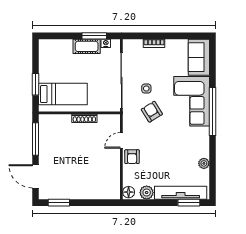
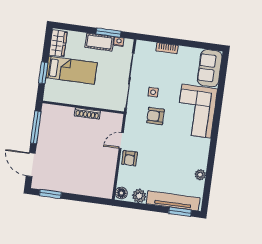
wardrobe: (46, 53) -> (58, 43), added
bed: (63, 94) -> (71, 70), moved
armchair: (152, 112) -> (155, 116), turned -58
window: (212, 112) -> (216, 124), removed

